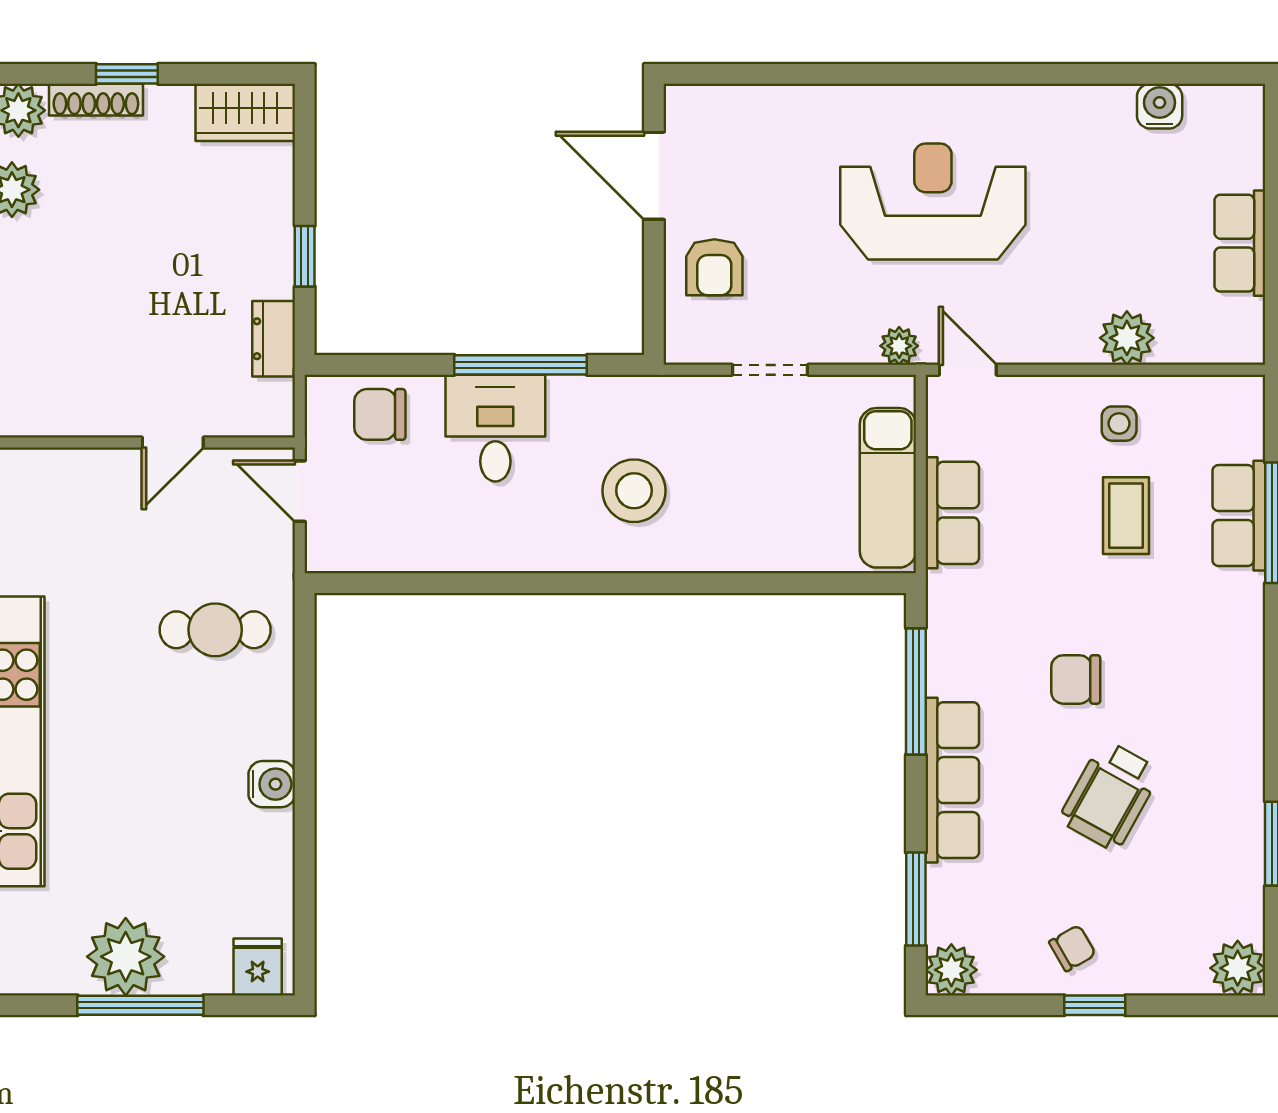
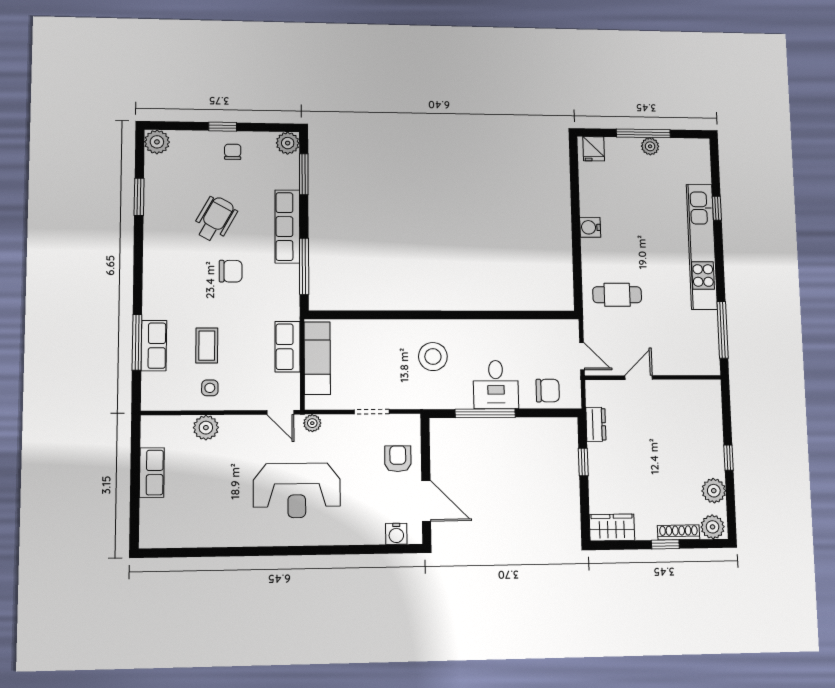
water cooler: (1160, 106) -> (396, 534), moved
chair: (1072, 948) -> (233, 152), turned 120
plant: (126, 957) -> (650, 146), width x0.53, depth x0.53

